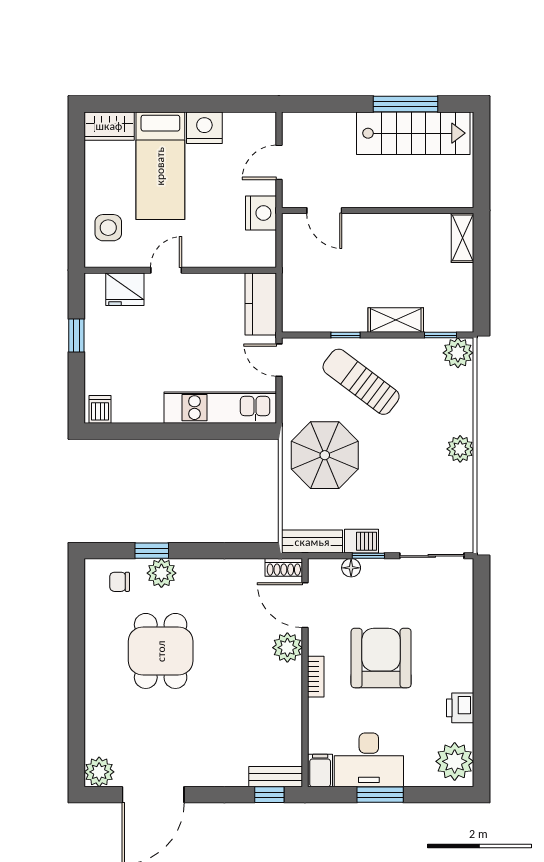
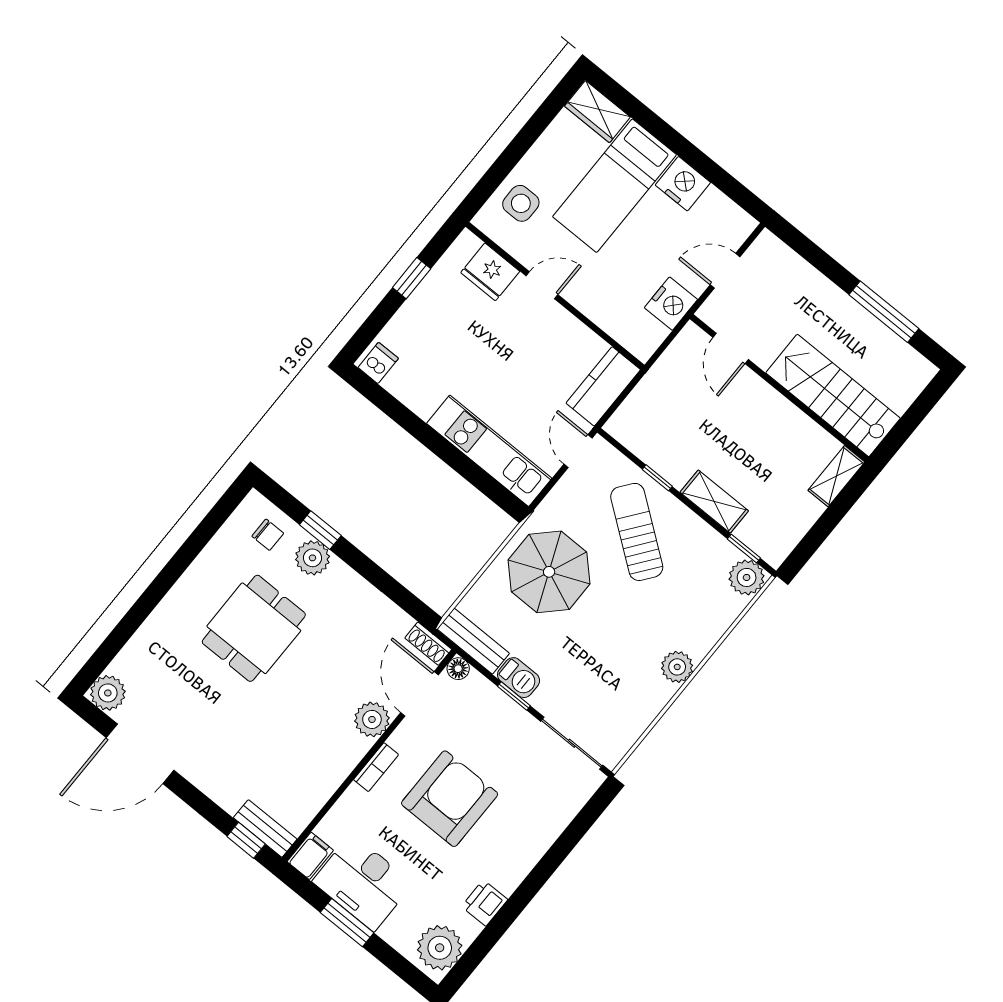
stairs: (413, 133) -> (833, 396), moved, turned 180
floor lamp: (351, 568) -> (458, 669), moved
chair: (120, 582) -> (268, 535), turned 180

